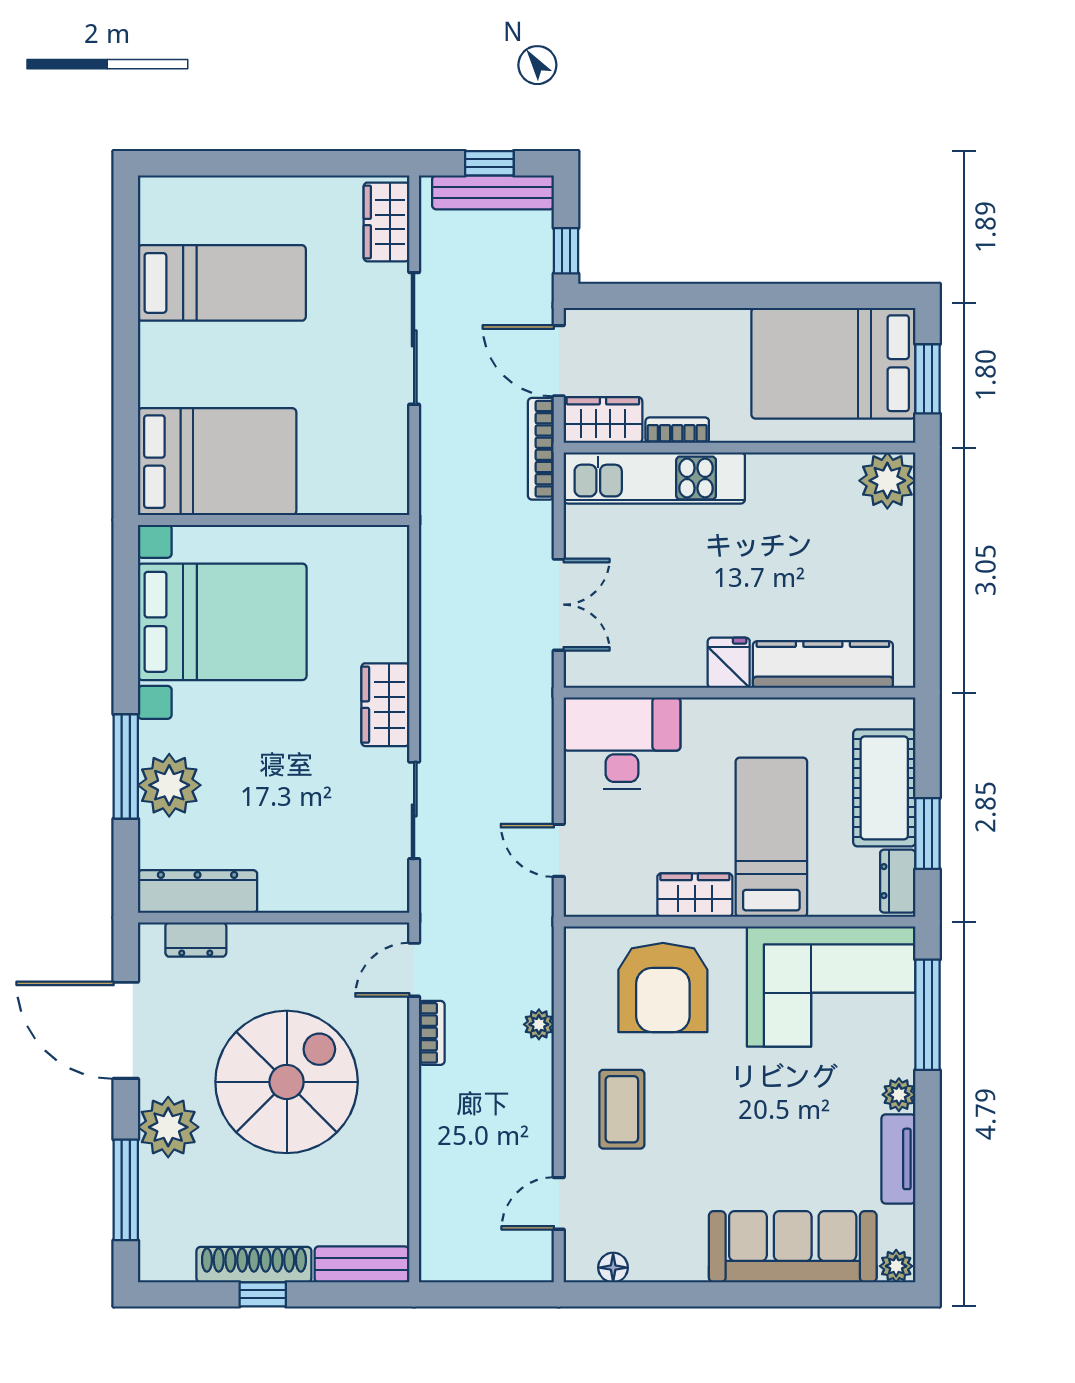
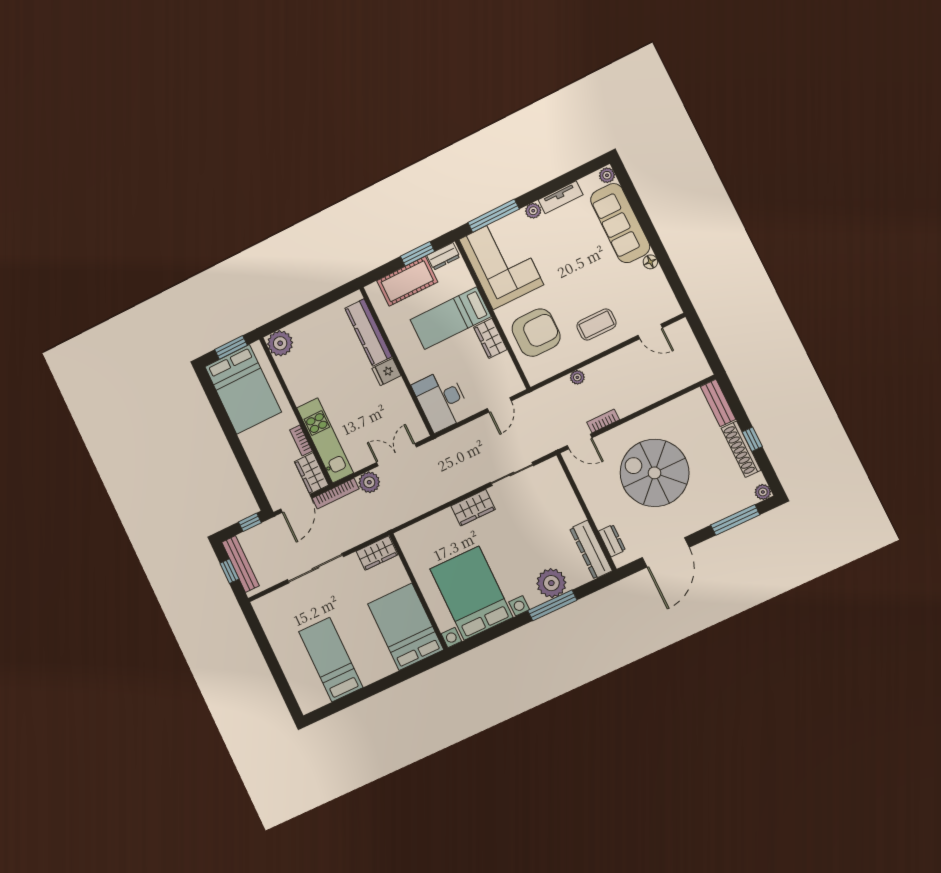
wardrobe: (386, 222) -> (377, 553), moved
plant: (531, 526) -> (369, 482), added
plant: (168, 1127) -> (763, 492), moved, width x0.53, depth x0.53
floor lamp: (613, 1268) -> (650, 262), moved

